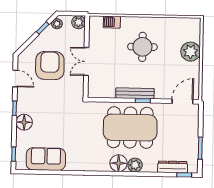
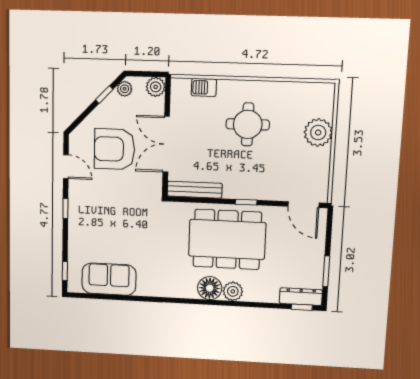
double door: (86, 61) -> (166, 144), width x1.37
armchair: (50, 66) -> (114, 149), turned -90
bench: (135, 93) -> (195, 190), moved
door: (183, 101) -> (303, 205), swing flipped
floor lamp: (24, 122) -> (79, 228), removed
dresser: (173, 167) -> (301, 297), moved

